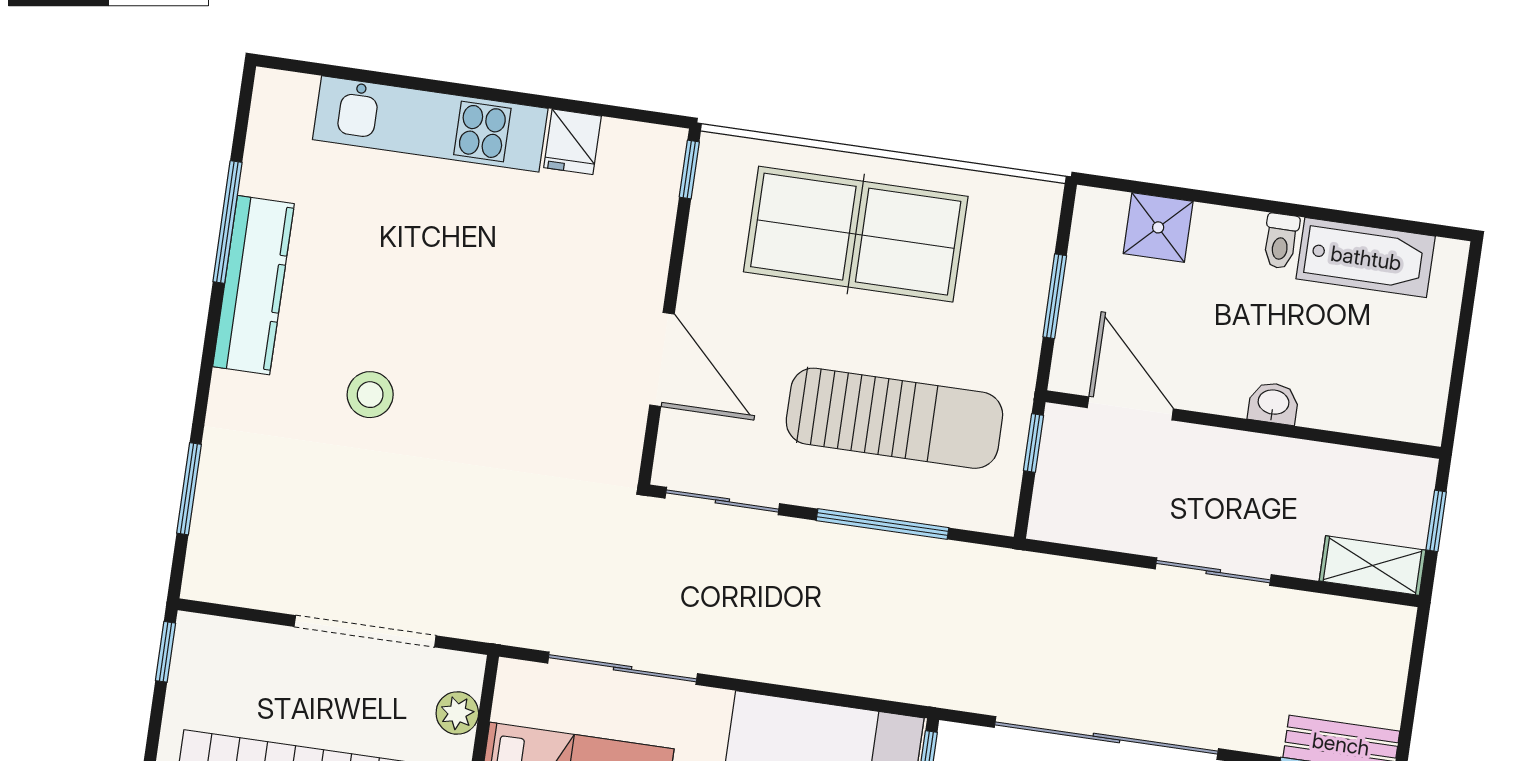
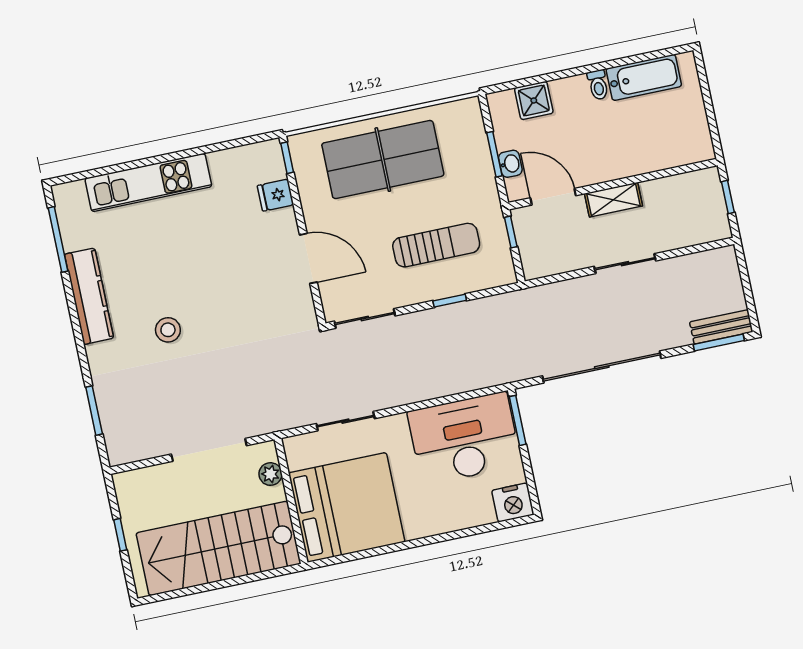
fridge: (572, 142) -> (275, 195), moved, turned 90
window: (227, 222) -> (58, 239), moved
washbasin: (1273, 403) -> (510, 164), moved, turned 90
sun lounger: (894, 418) -> (436, 245), width x0.73, depth x0.75
window: (882, 524) -> (450, 301), width x0.46
shelving: (1373, 566) -> (613, 200), moved
window: (165, 652) -> (120, 535), moved
sliding door: (623, 668) -> (345, 421), width x0.73

